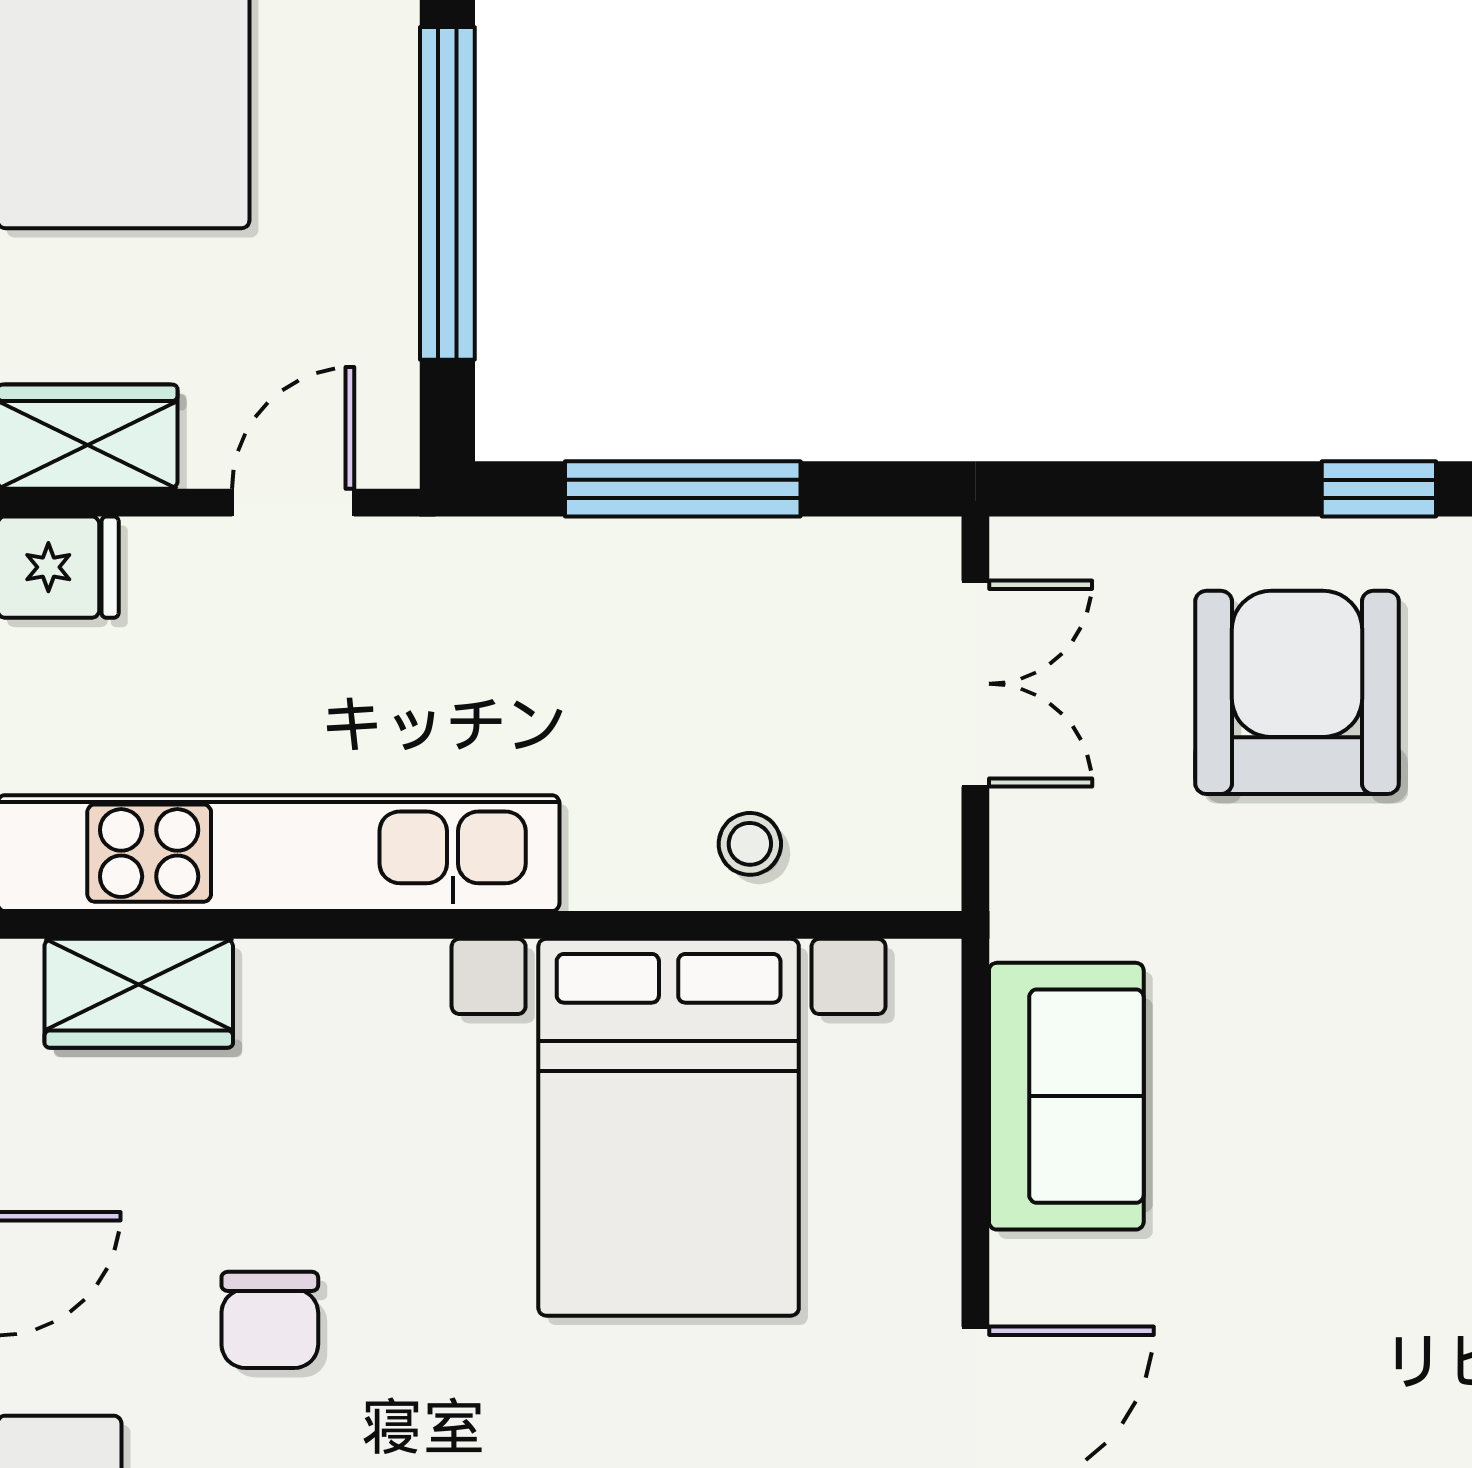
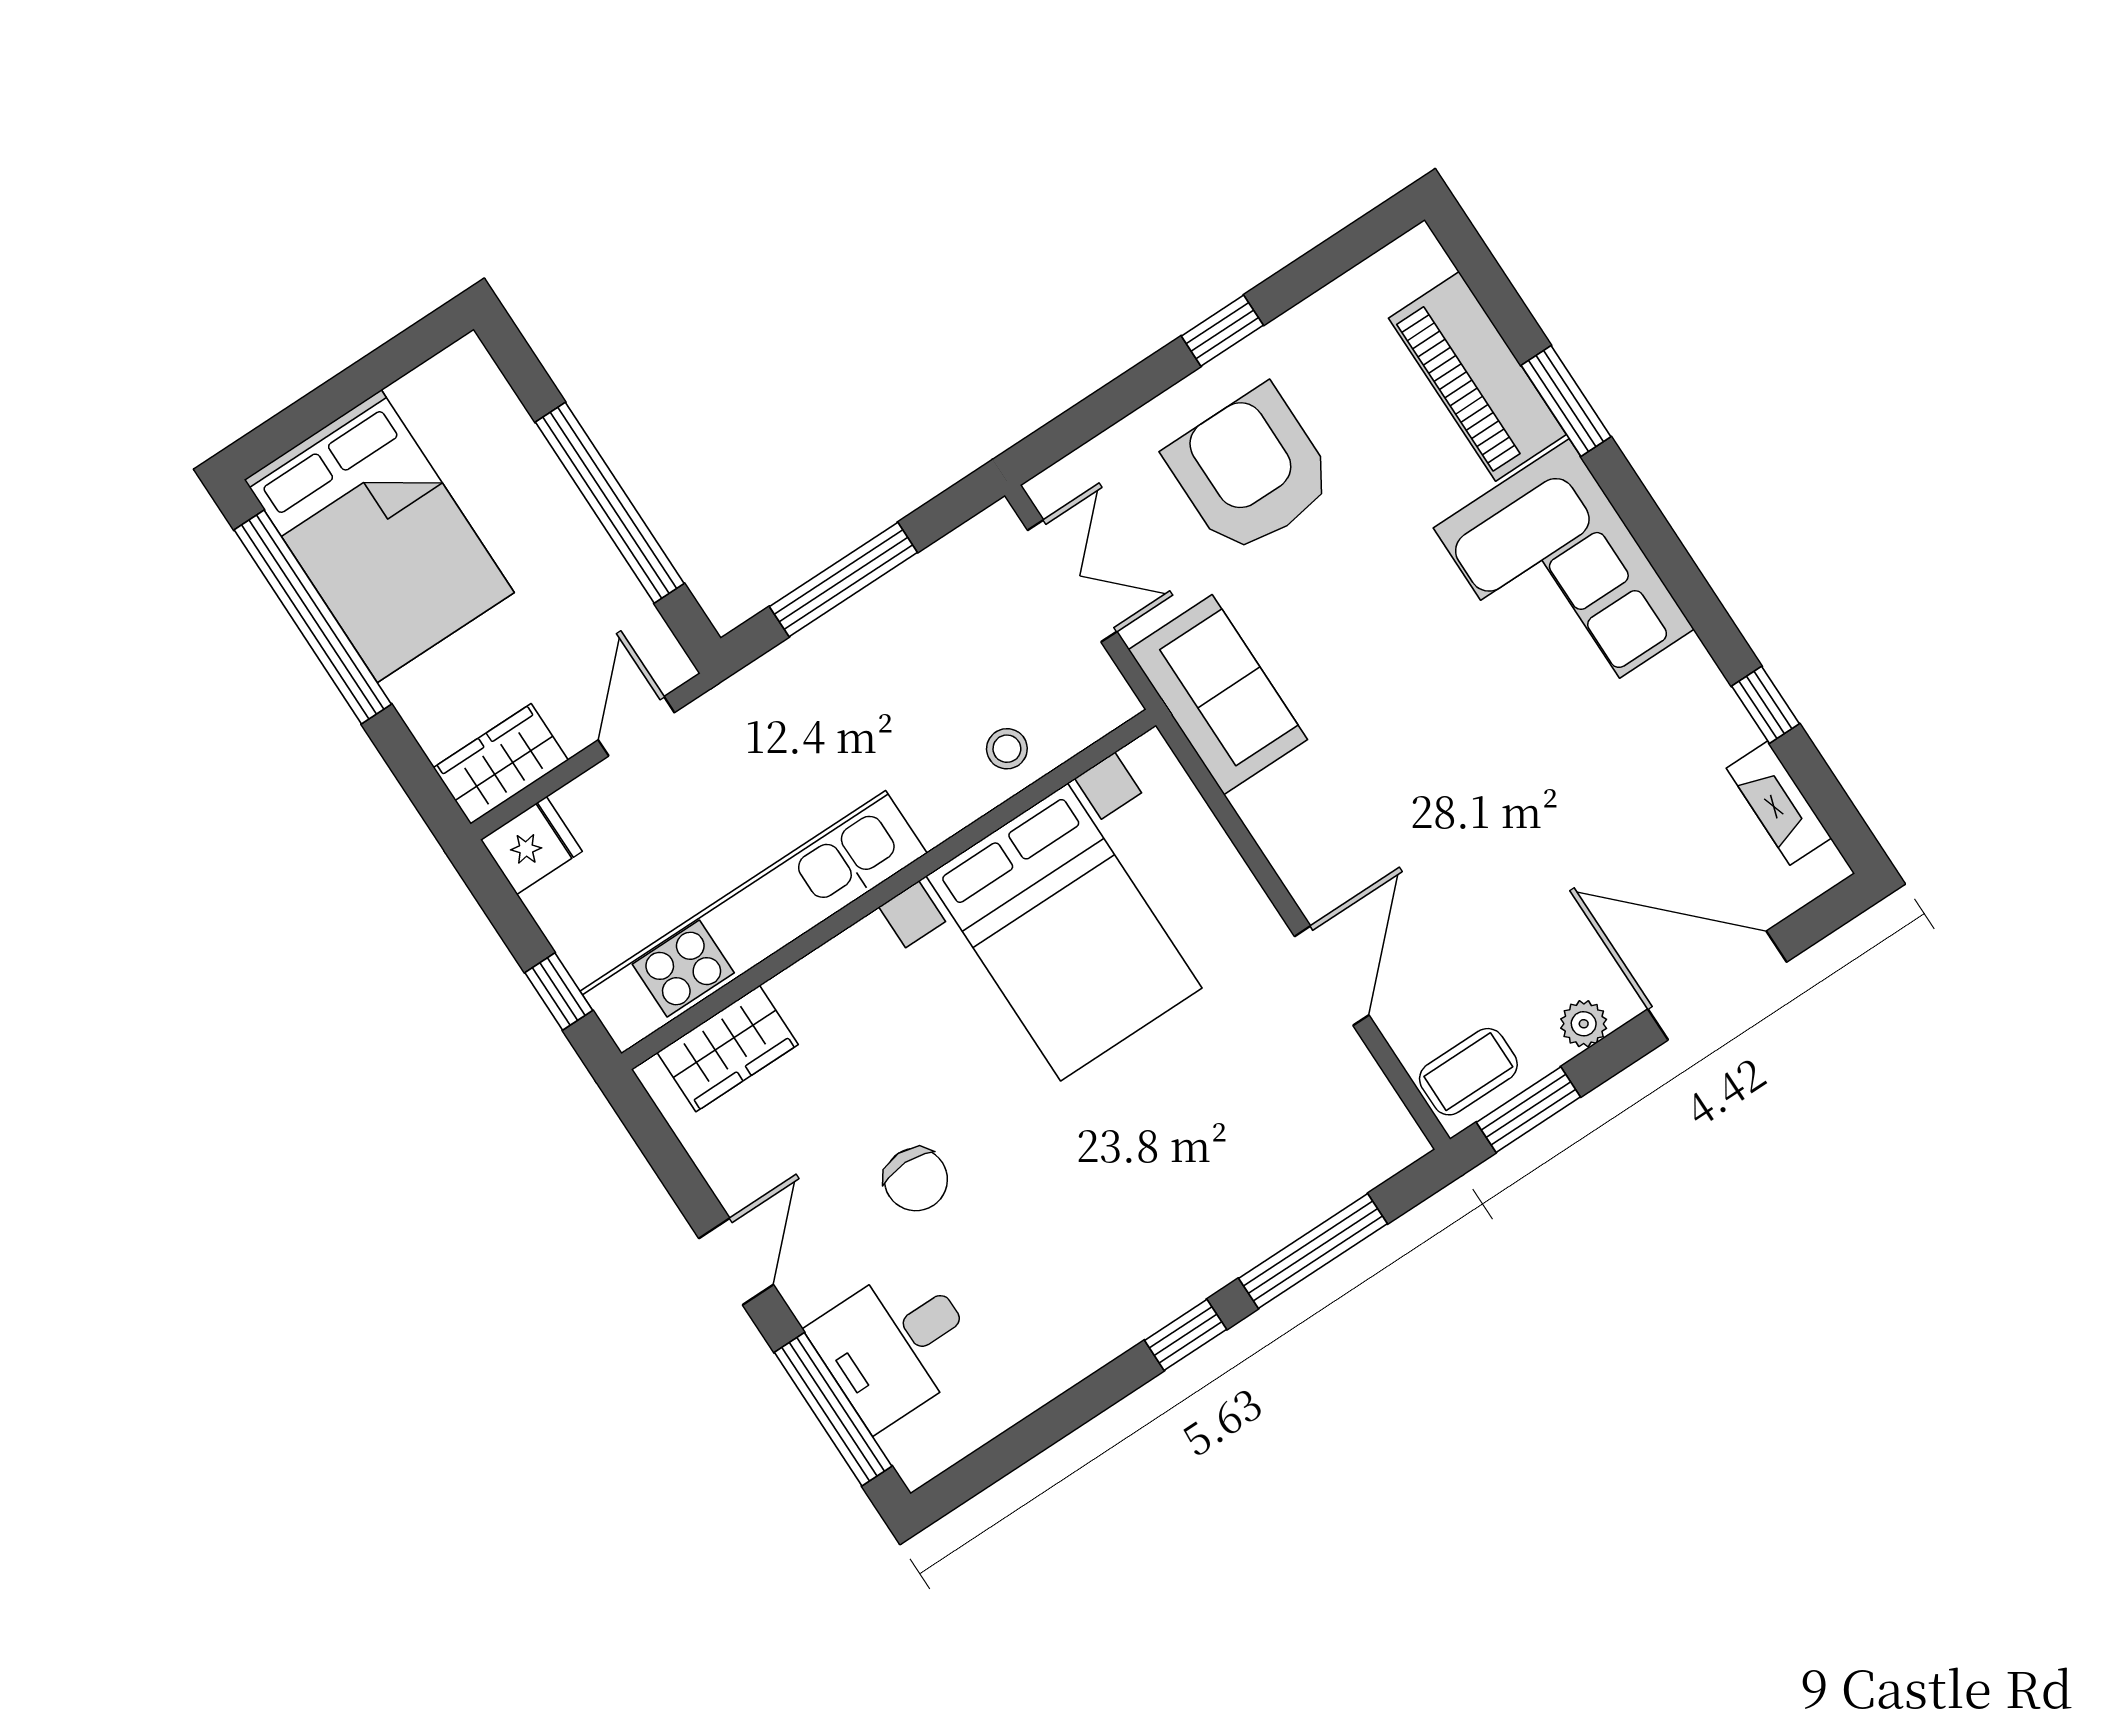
sofa: (1066, 1096) -> (1218, 695), moved

